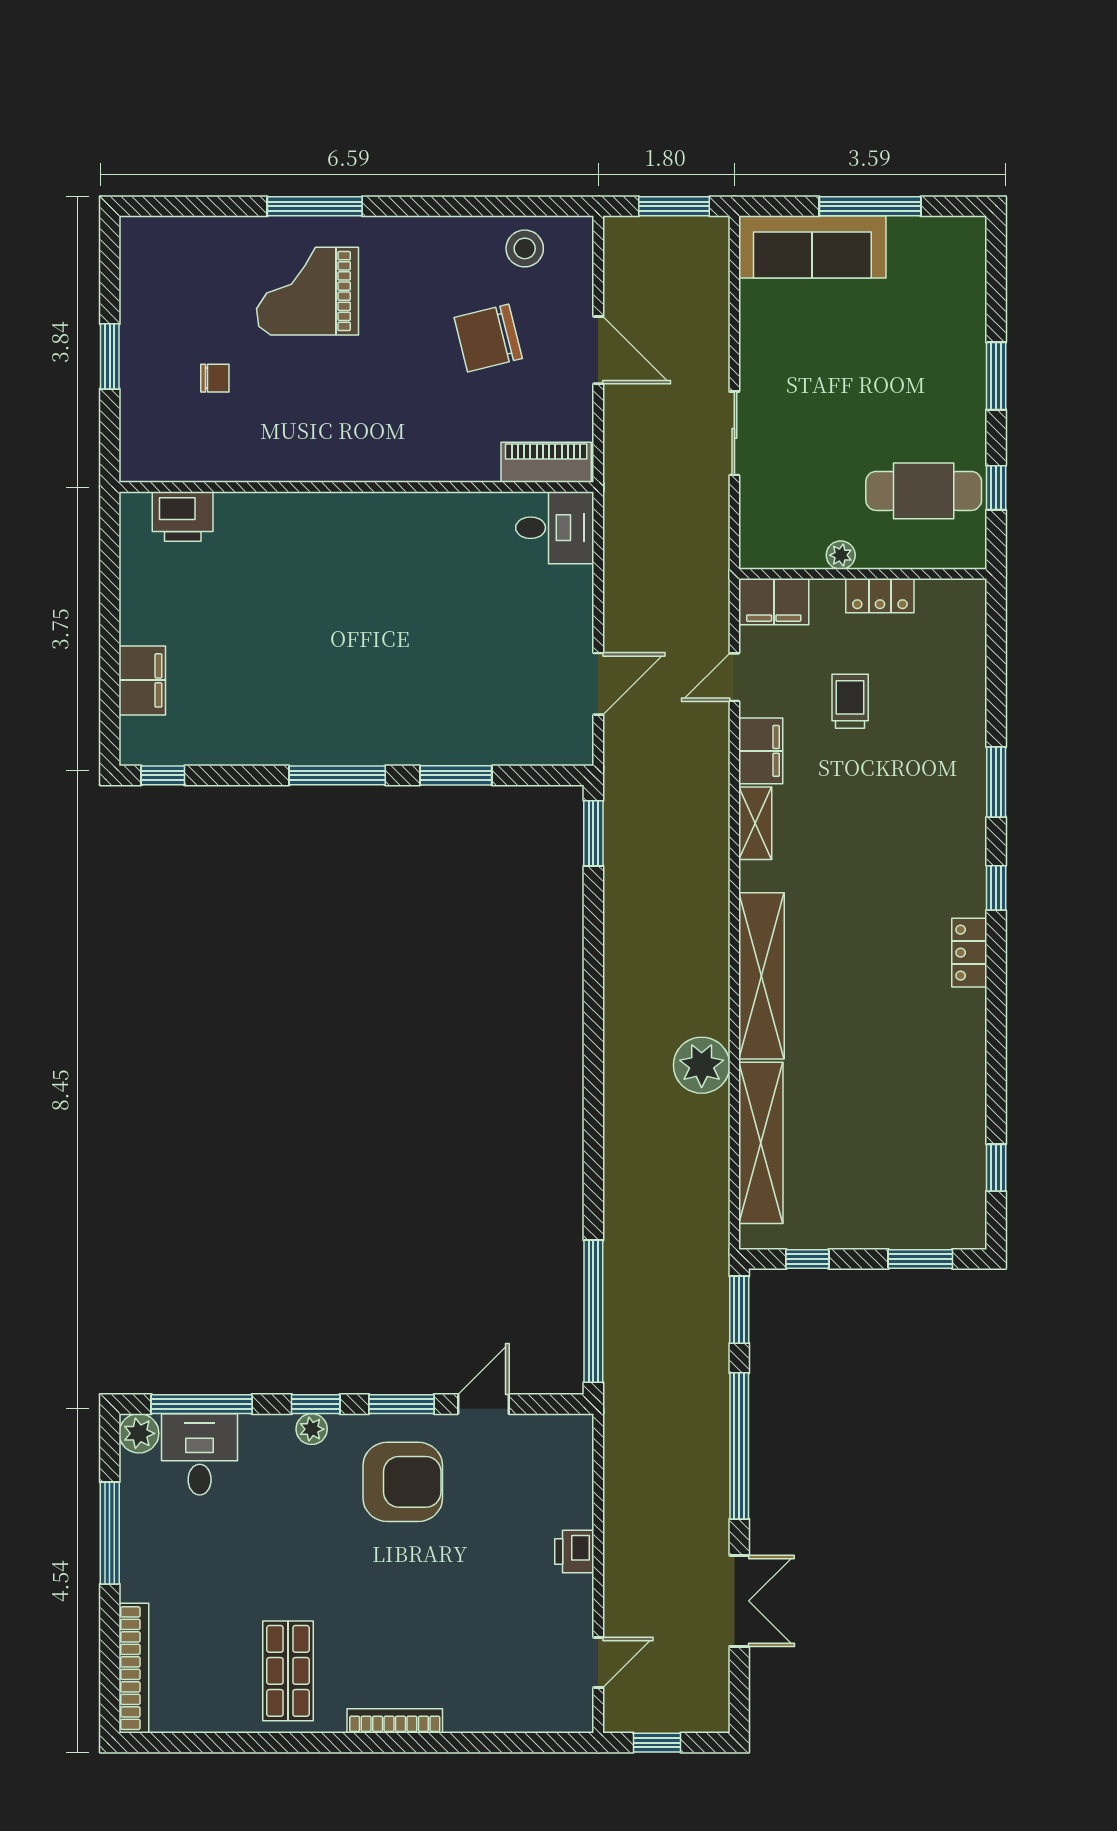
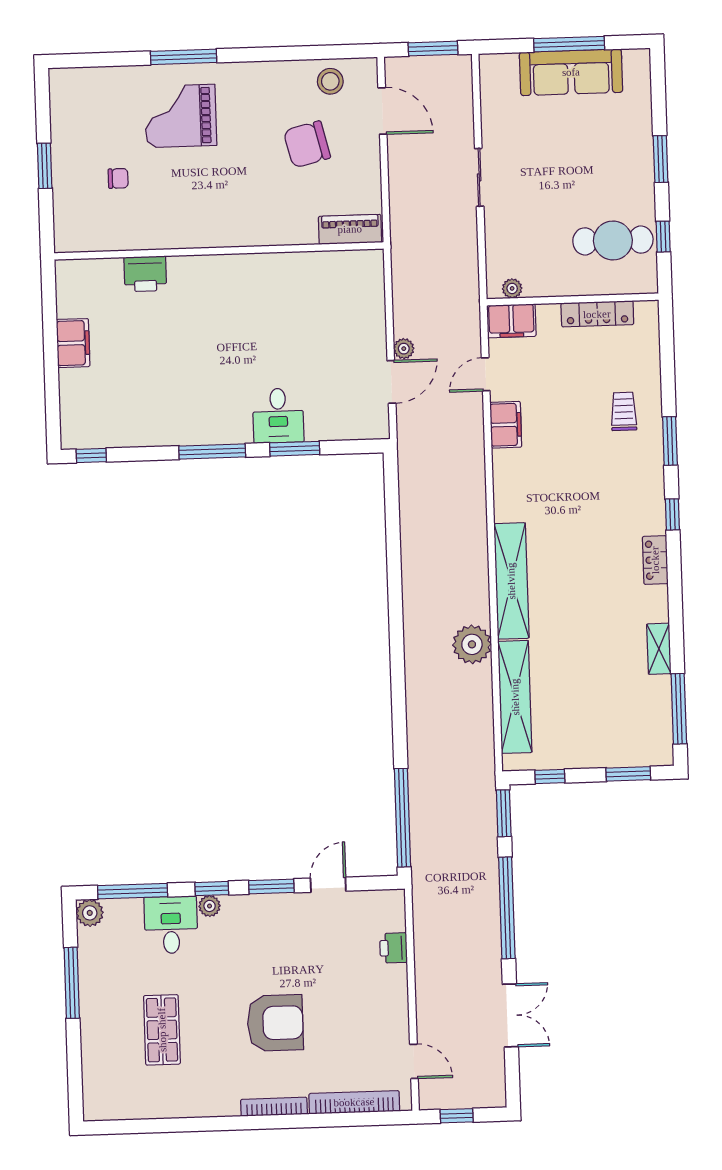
sofa: (812, 247) -> (571, 72), moved
door: (598, 350) -> (382, 111), moved
sliding door: (734, 433) -> (479, 177), moved
printer: (183, 517) -> (145, 274), moved
desk: (555, 528) -> (278, 416), moved, turned 90
plant: (841, 555) -> (512, 288), moved
locker: (880, 596) -> (597, 314), width x1.53
plant: (618, 637) -> (404, 349), added
filing cabinet: (142, 680) -> (73, 343), moved
trolley: (850, 701) -> (624, 411), moved
shelving: (755, 823) -> (659, 649), moved
window: (593, 833) -> (391, 486), removed
window: (996, 1168) -> (679, 709), width x2.17
desk: (200, 1454) -> (171, 925), moved
armchair: (403, 1482) -> (275, 1023), moved
printer: (574, 1551) -> (394, 948), moved
door: (598, 1662) -> (414, 1061), hinge flipped
bookcase: (134, 1668) -> (354, 1102), moved, turned -90
shop shelf: (288, 1671) -> (162, 1030), moved

